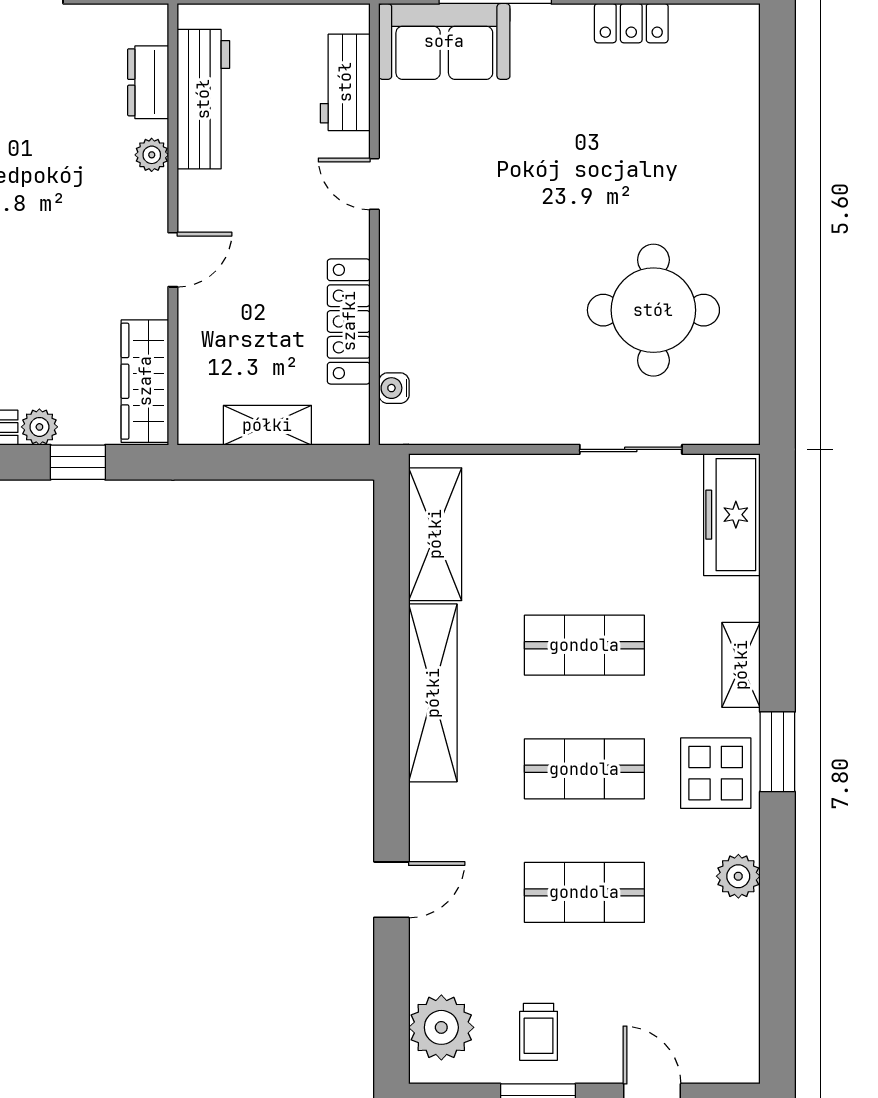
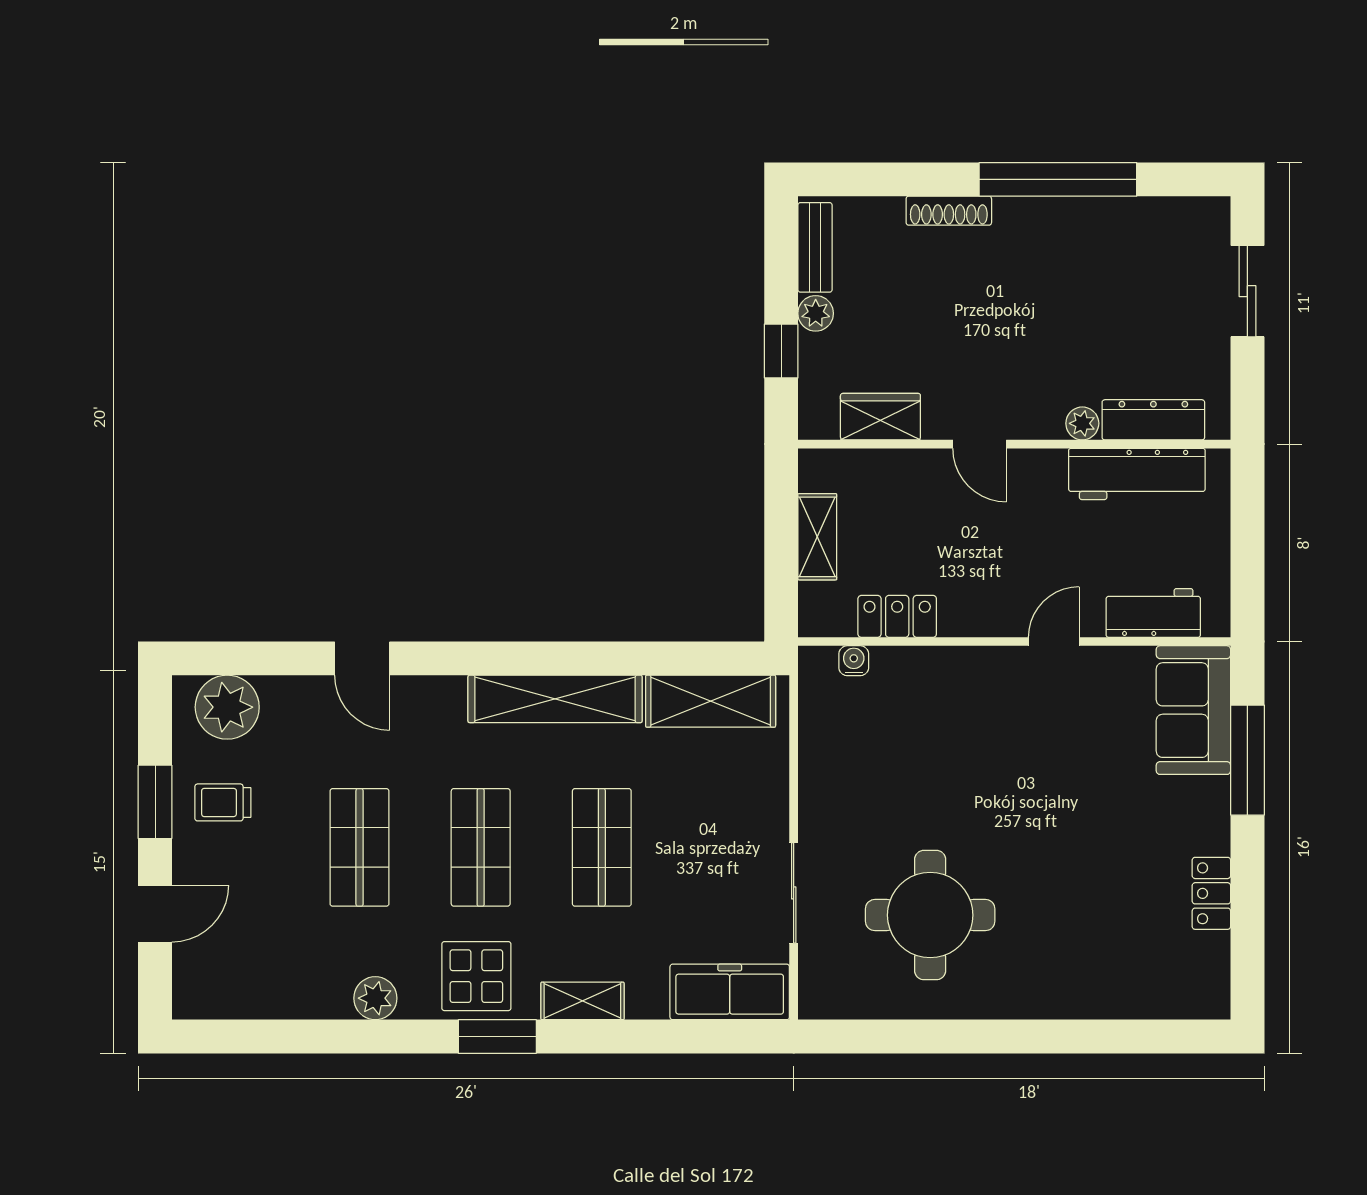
dresser: (148, 82) -> (1153, 420), width x1.44
locker: (349, 321) -> (897, 616), width x0.66
wardrobe: (145, 381) -> (880, 417), width x0.67

